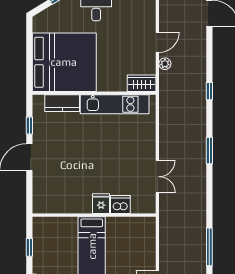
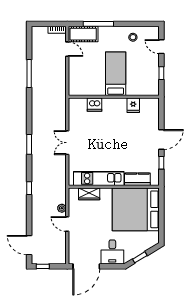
door: (157, 42) -> (67, 224), hinge flipped
wardrobe: (142, 83) -> (89, 194), moved
double door: (157, 177) -> (67, 143), moved
fridge: (101, 204) -> (133, 105), moved

